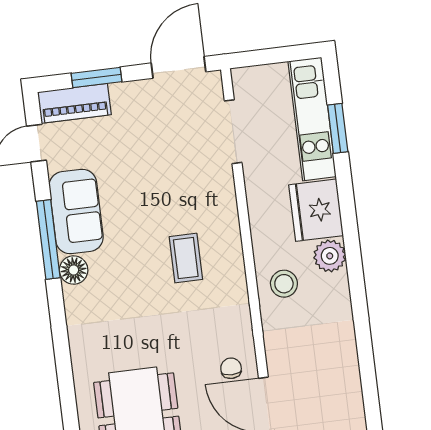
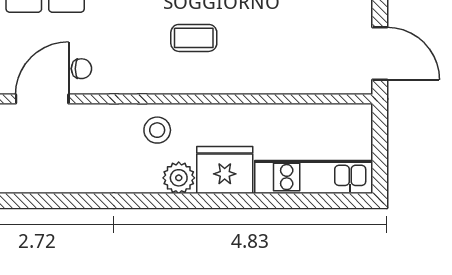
window: (338, 128) -> (301, 201), removed
doorway: (233, 132) -> (311, 99), removed

